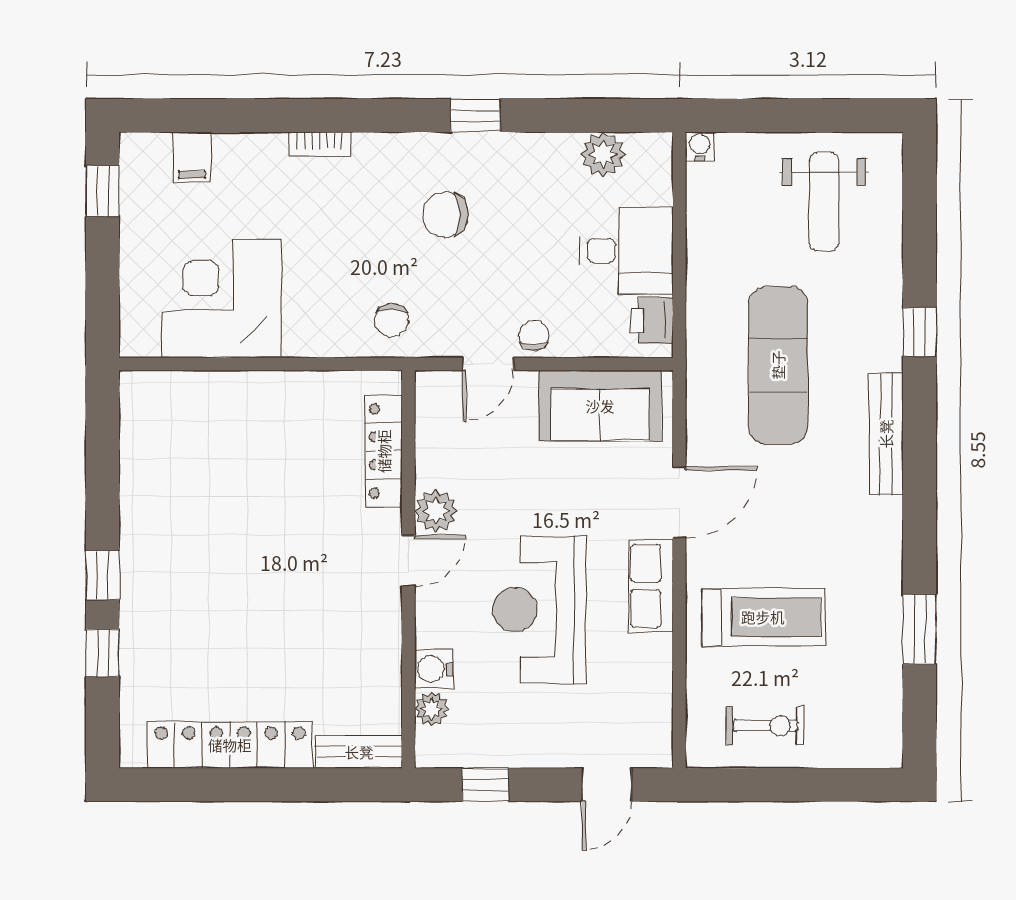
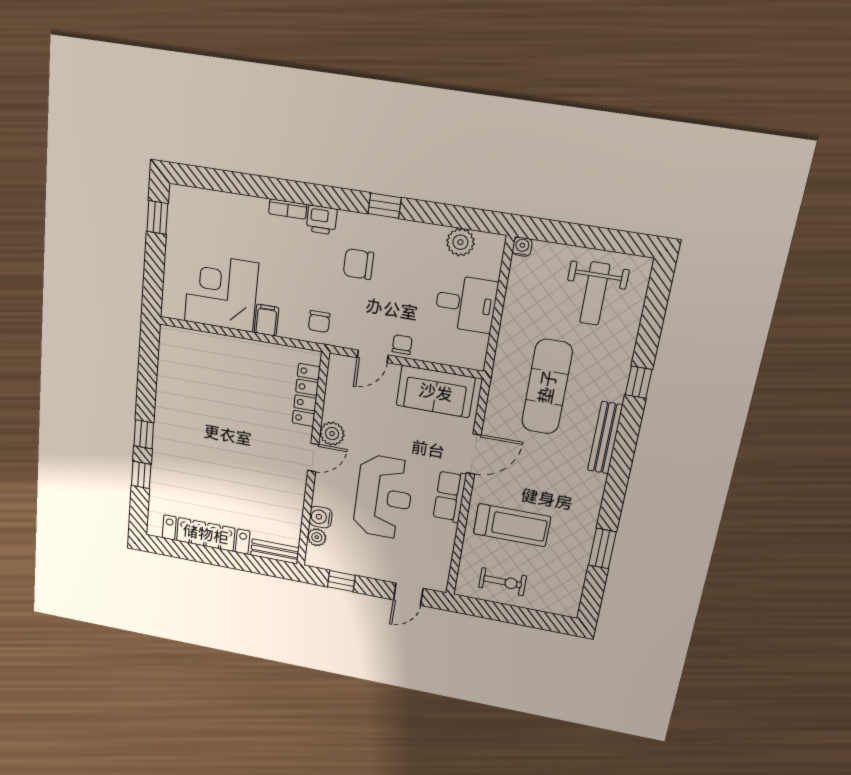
filing cabinet: (192, 157) -> (266, 320), moved, turned 180
printer: (652, 321) -> (322, 220), moved, turned -90
reception desk: (539, 610) -> (384, 497), turned 180

